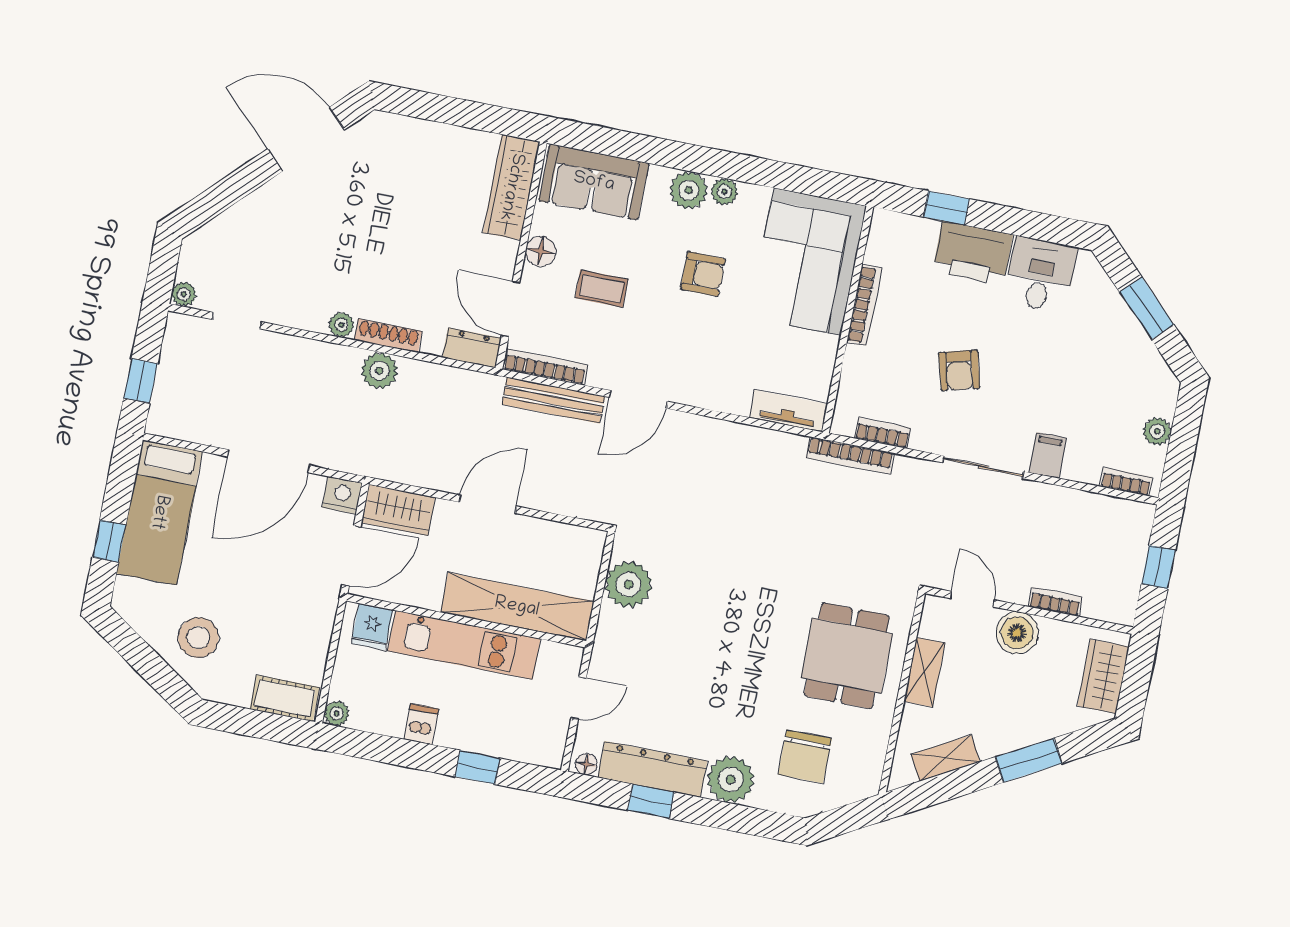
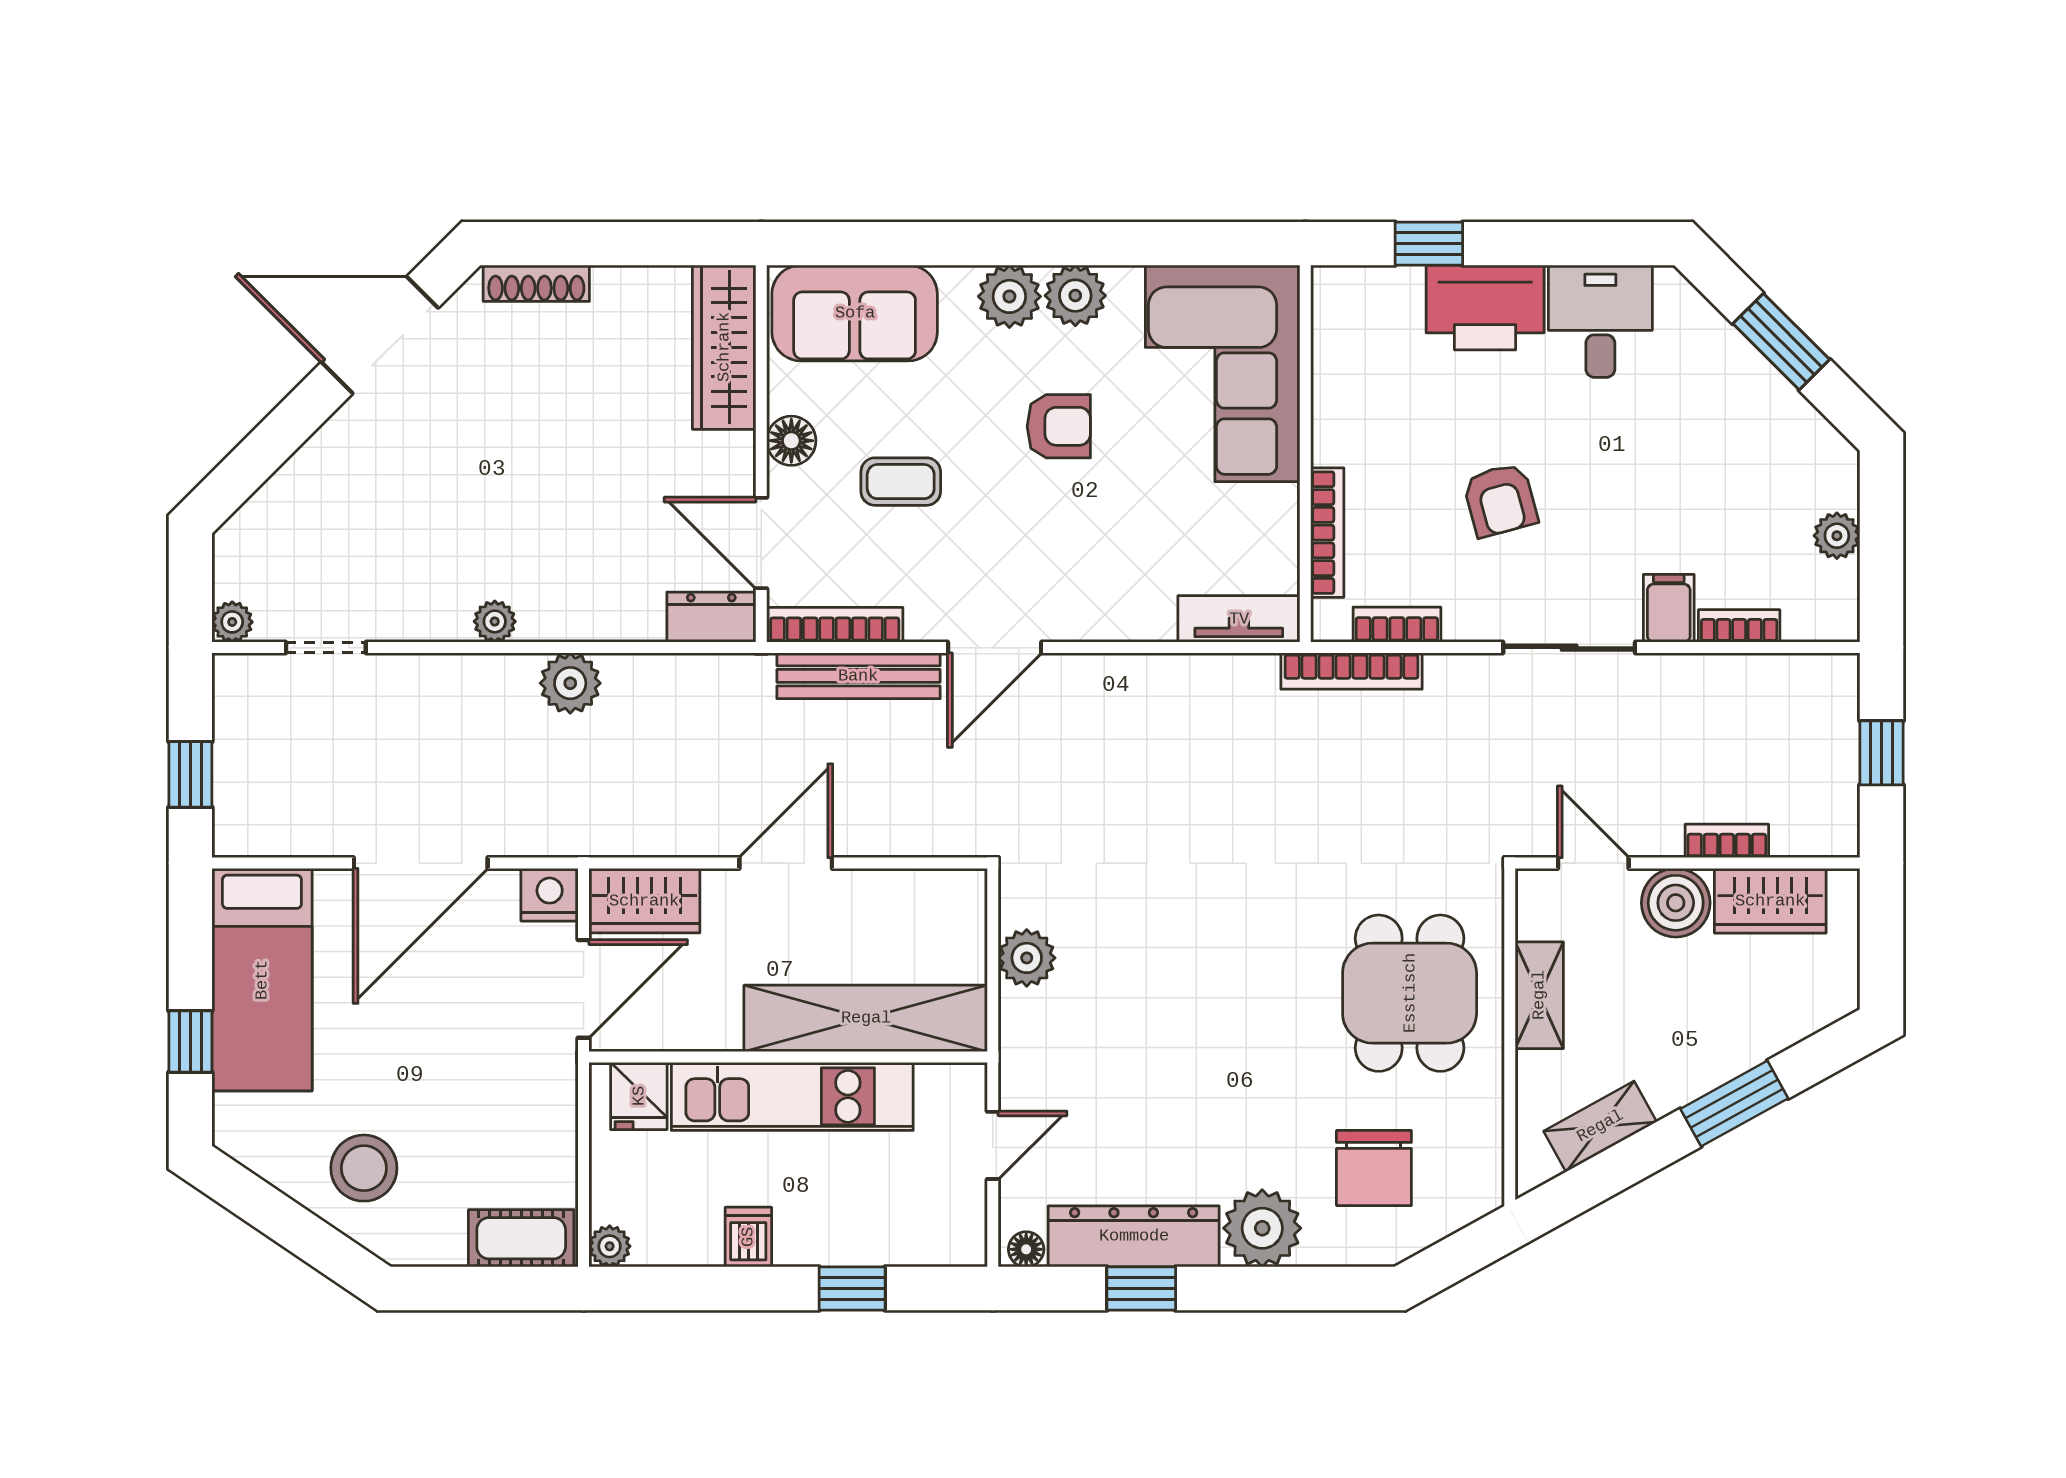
plant: (724, 192) -> (1075, 296), width x1.38, depth x1.38
bookcase: (864, 305) -> (1327, 533), moved
shoe rack: (388, 336) -> (536, 283), moved, turned 180
bookcase: (1126, 482) -> (1739, 626), moved
plant: (629, 584) -> (1027, 958), width x0.73, depth x0.73
wardrobe: (1103, 676) -> (1770, 901), moved, turned -90

